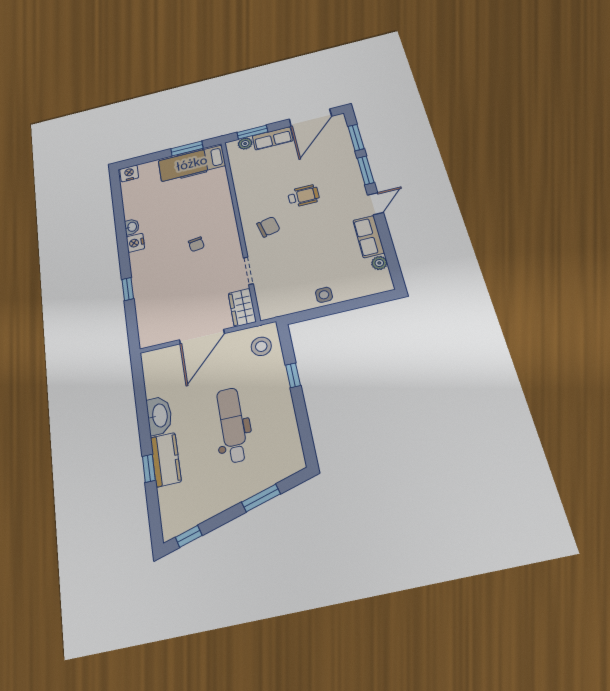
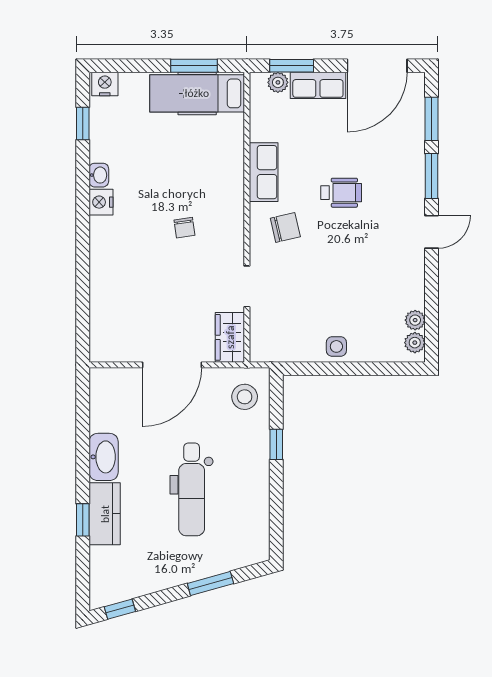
row of seats: (369, 237) -> (264, 172), moved, turned 180
plant: (383, 278) -> (415, 343), added
window: (128, 289) -> (83, 124), moved
dental chair: (232, 425) -> (192, 489), turned 180

